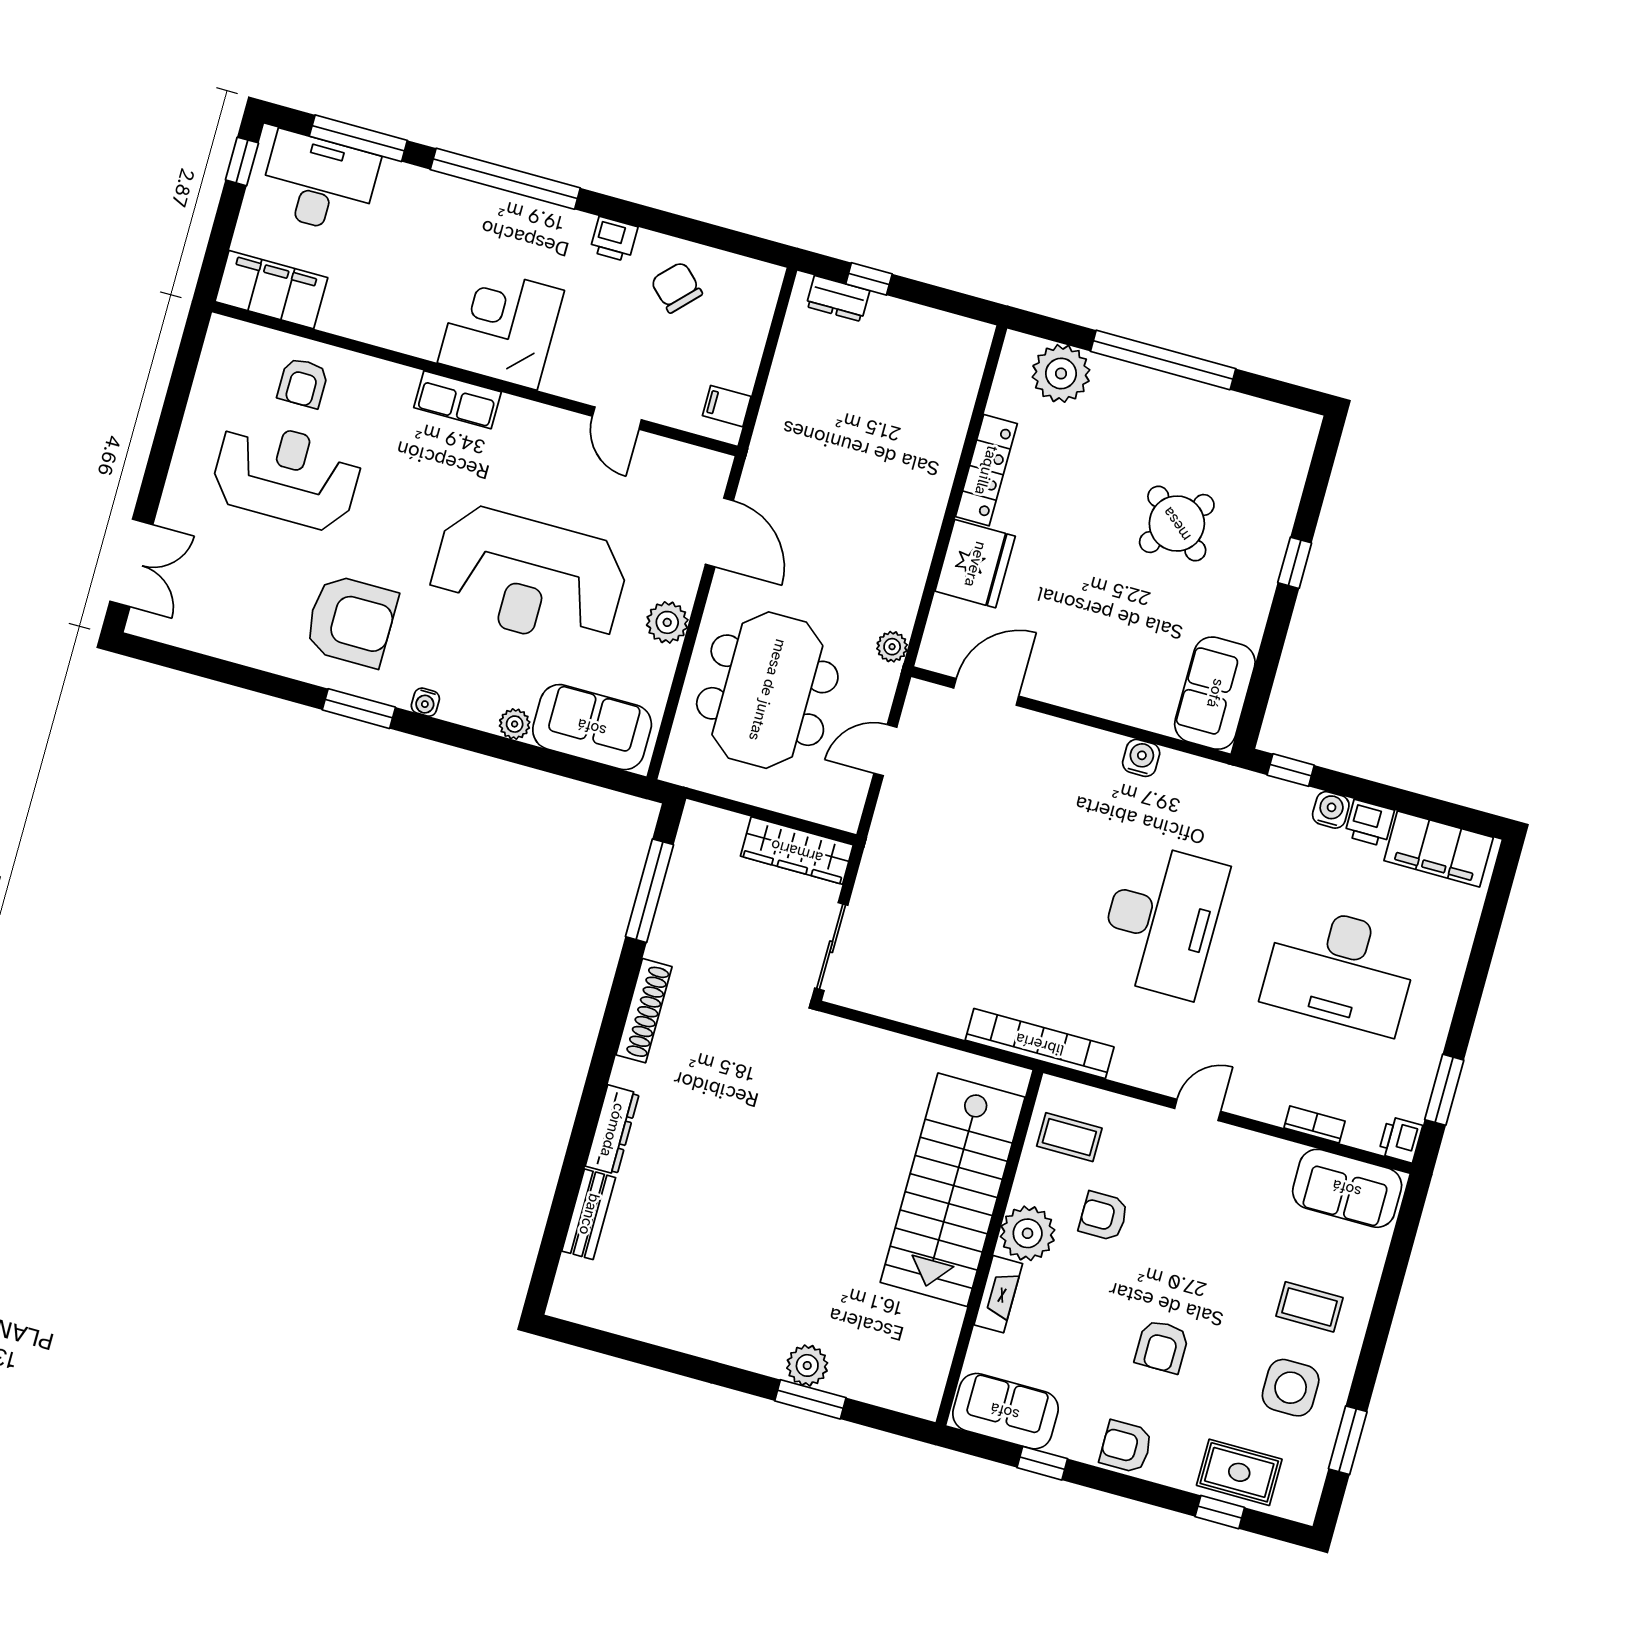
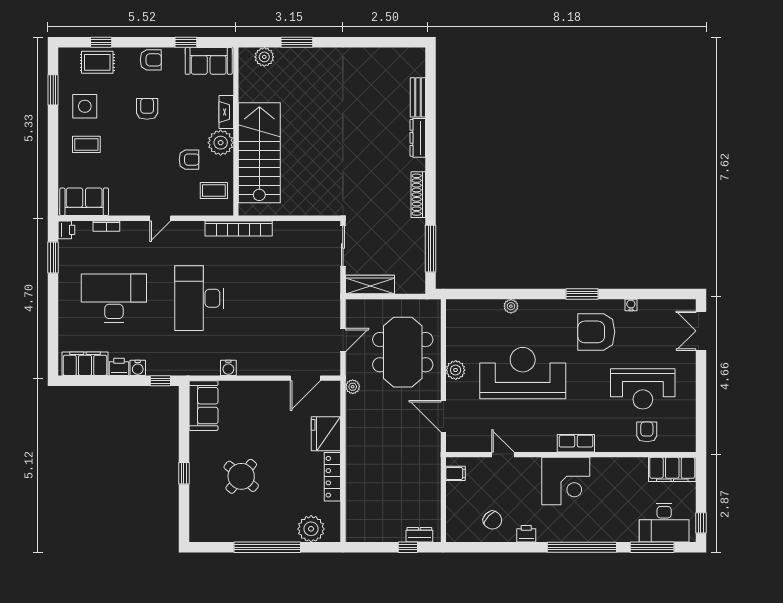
water cooler: (425, 702) -> (631, 305), moved
sofa: (592, 727) -> (476, 314), removed
plant: (807, 1365) -> (264, 57), moved

